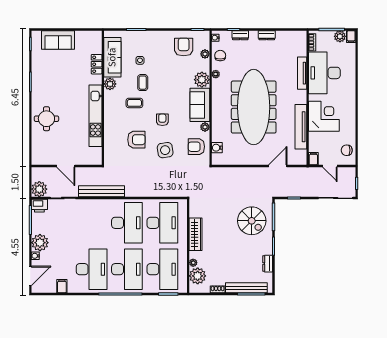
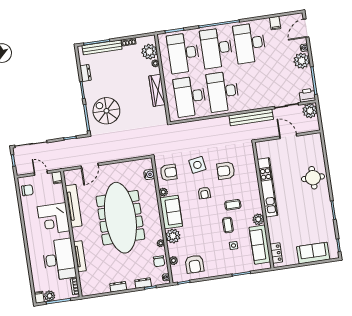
locker: (97, 64) -> (276, 253), moved

